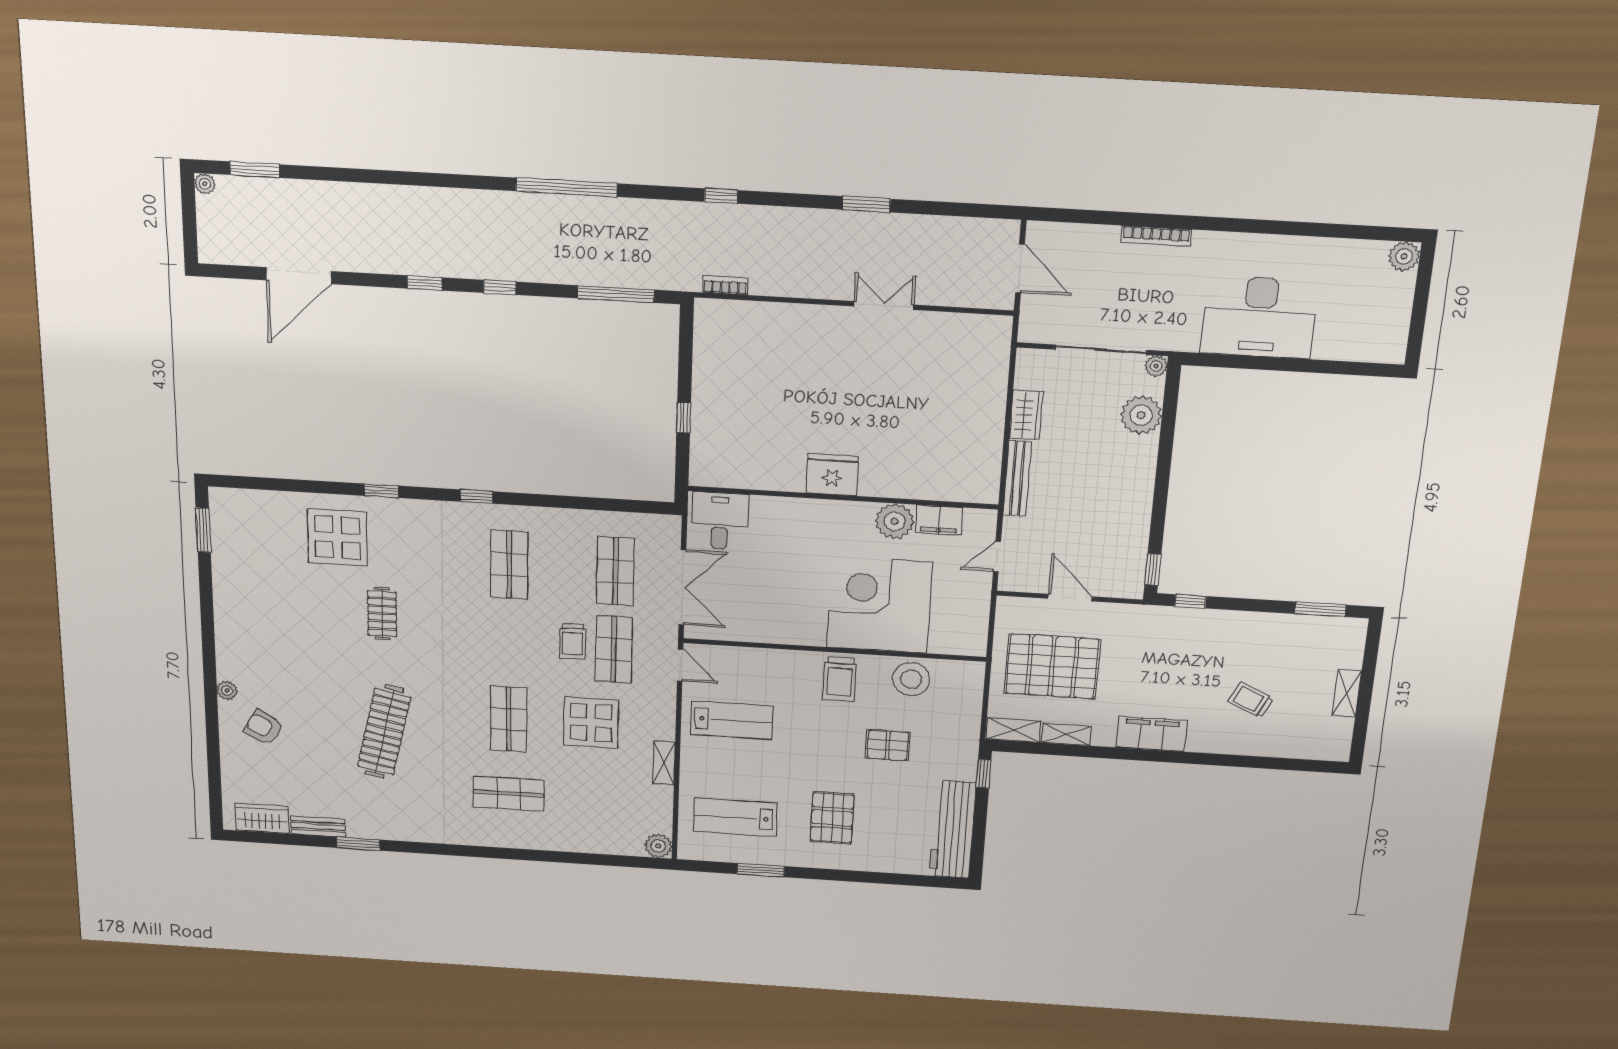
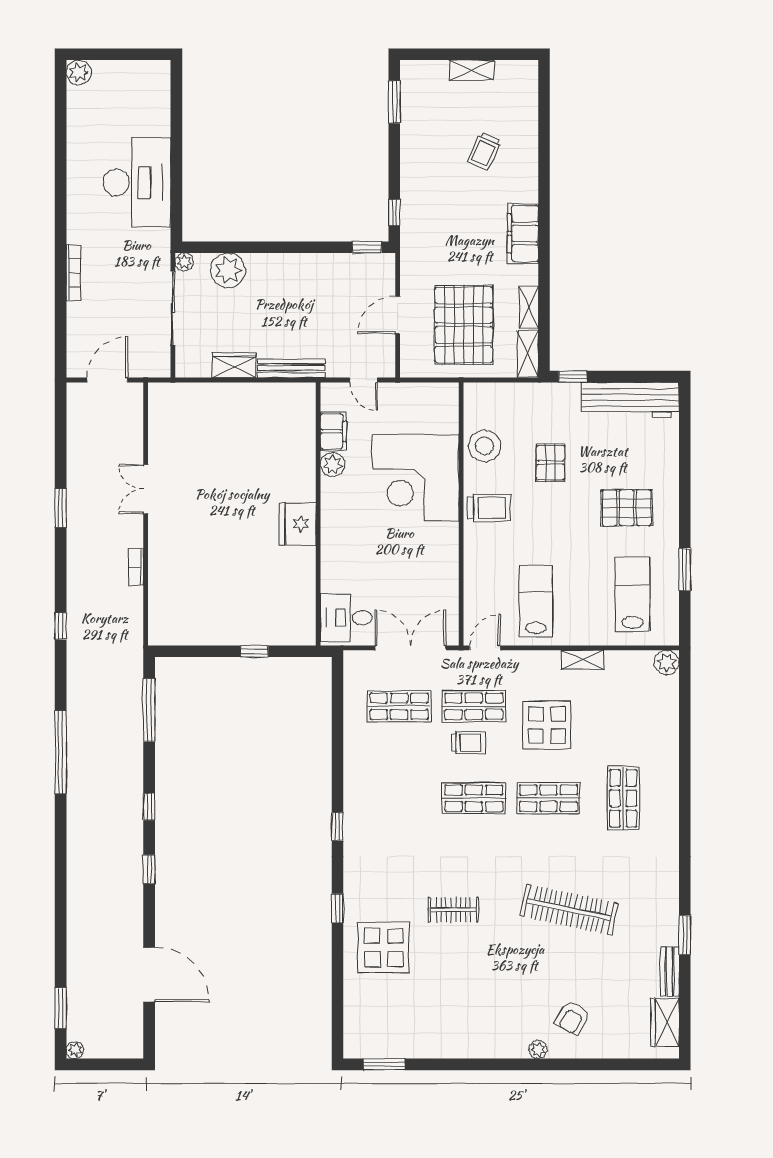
bookcase: (725, 285) -> (136, 567), moved
plant: (895, 521) -> (333, 465), width x0.73, depth x0.73
shop shelf: (509, 565) -> (474, 798), moved
lab bench: (735, 817) -> (632, 594), turned 180

